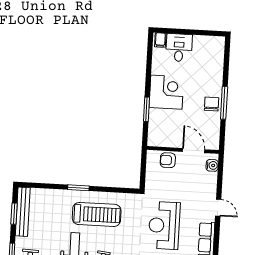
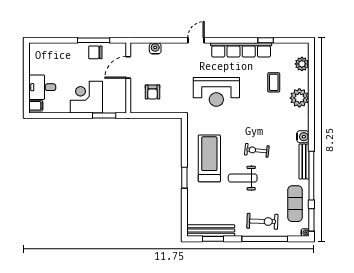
wall: (183, 150) -> (128, 78), moved
door: (194, 151) -> (128, 67), moved

